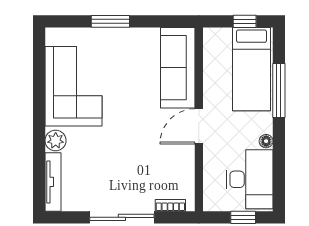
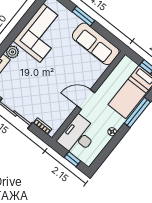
sofa: (178, 68) -> (96, 44), moved, turned -90
desk: (250, 179) -> (78, 136), moved, turned 180

